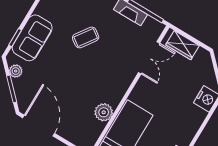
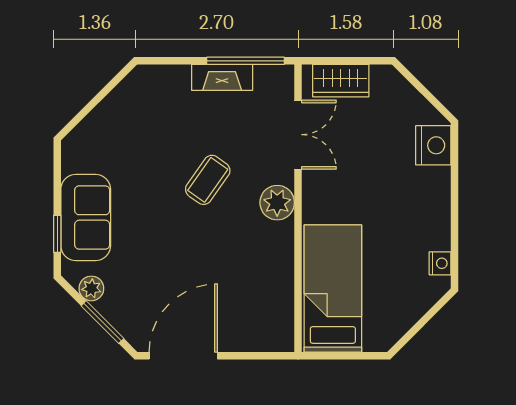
coffee table: (86, 37) -> (208, 180), moved
plant: (104, 112) -> (277, 203), moved
door: (39, 126) -> (183, 356), hinge flipped

